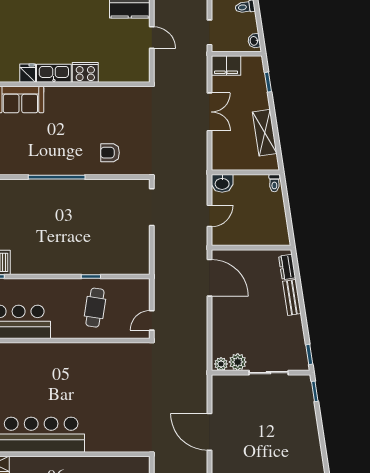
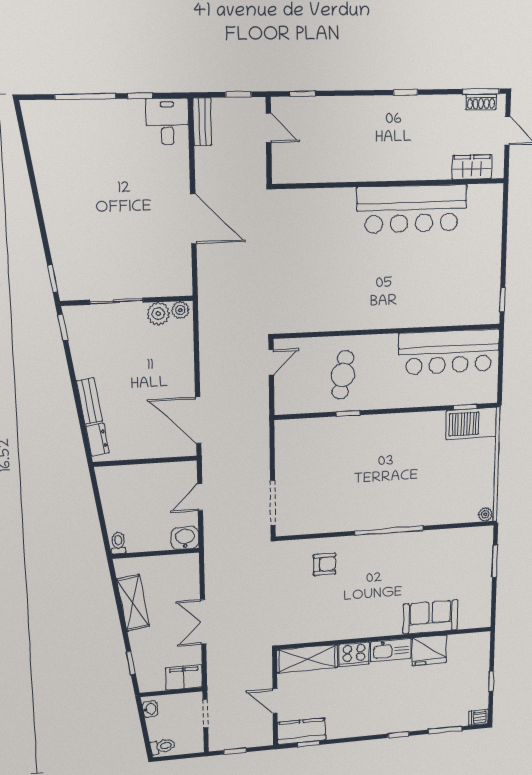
shelving: (125, 72) -> (307, 659), added
fridge: (28, 73) -> (429, 650), width x1.88, depth x1.34

